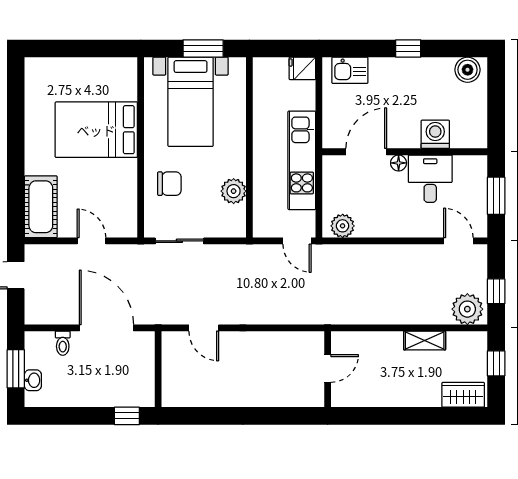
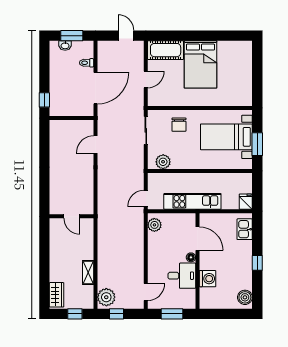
bed: (96, 130) -> (200, 64), moved, turned 180
plant: (234, 191) -> (163, 162), moved

